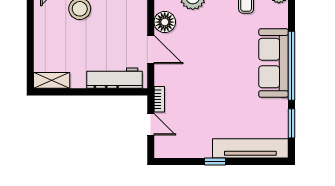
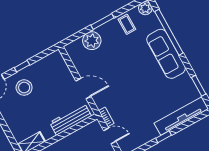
floor lamp: (165, 22) -> (83, 66), removed
window: (292, 66) -> (169, 32), moved

